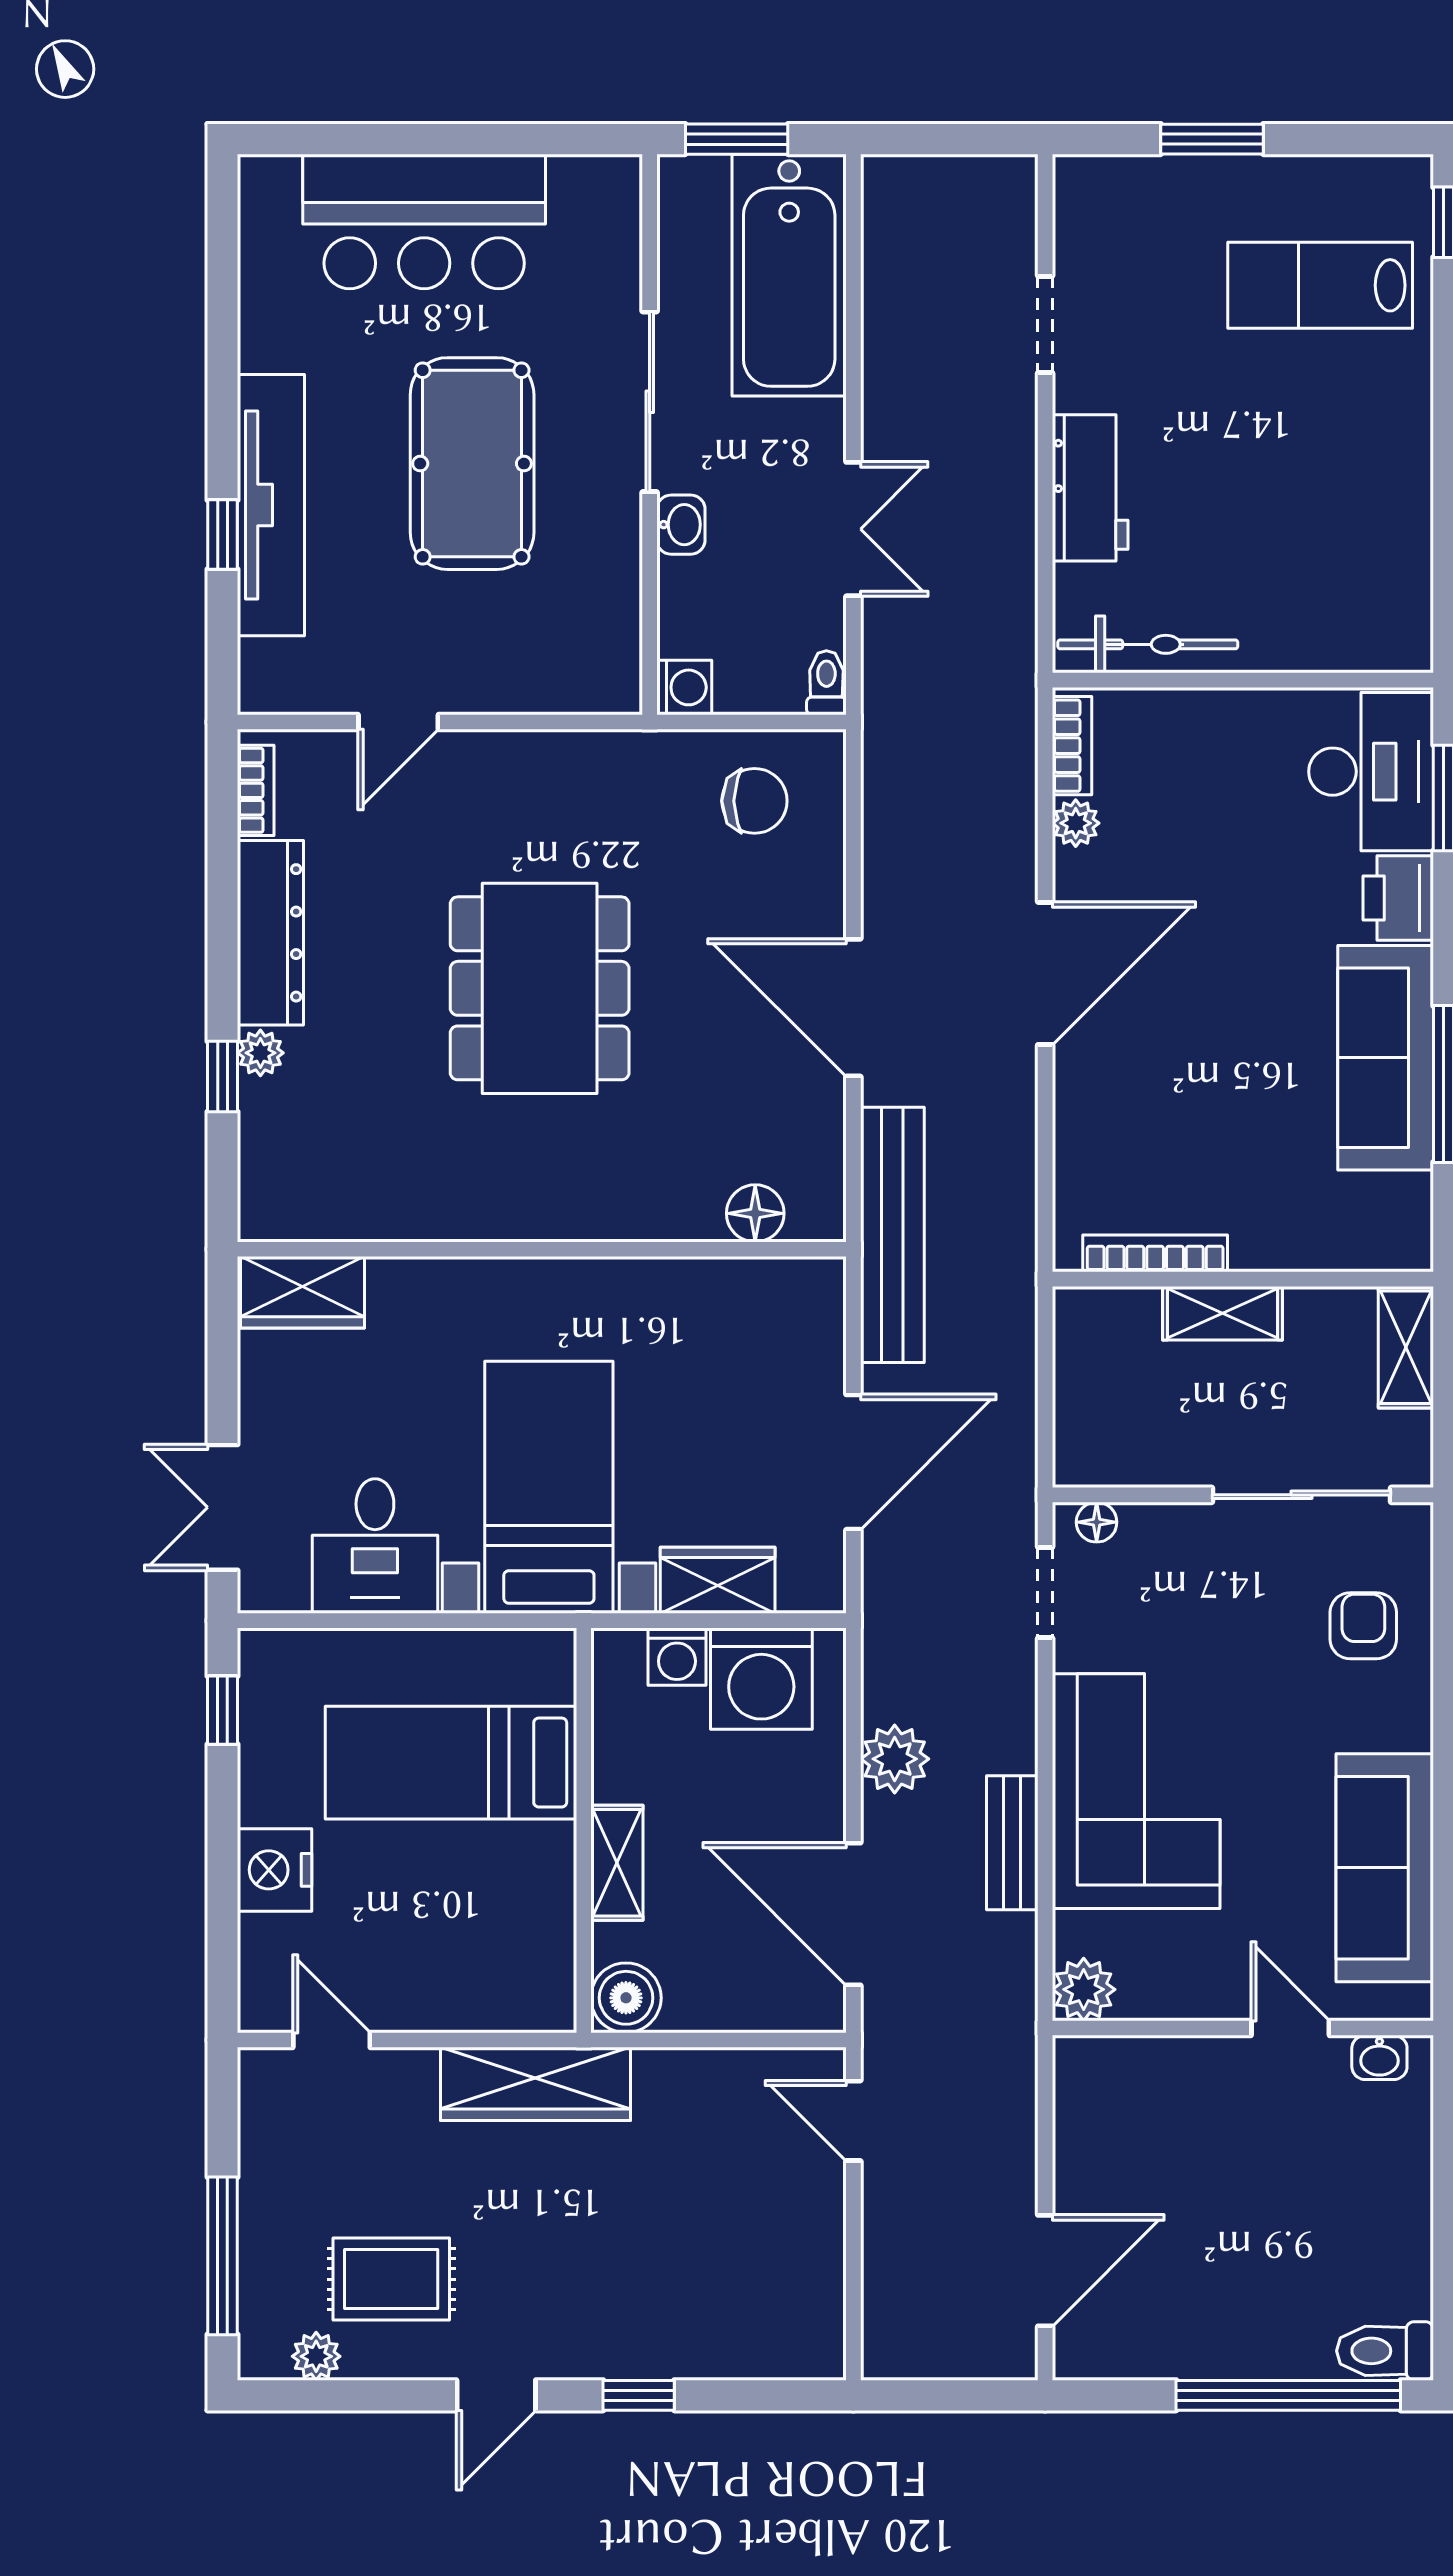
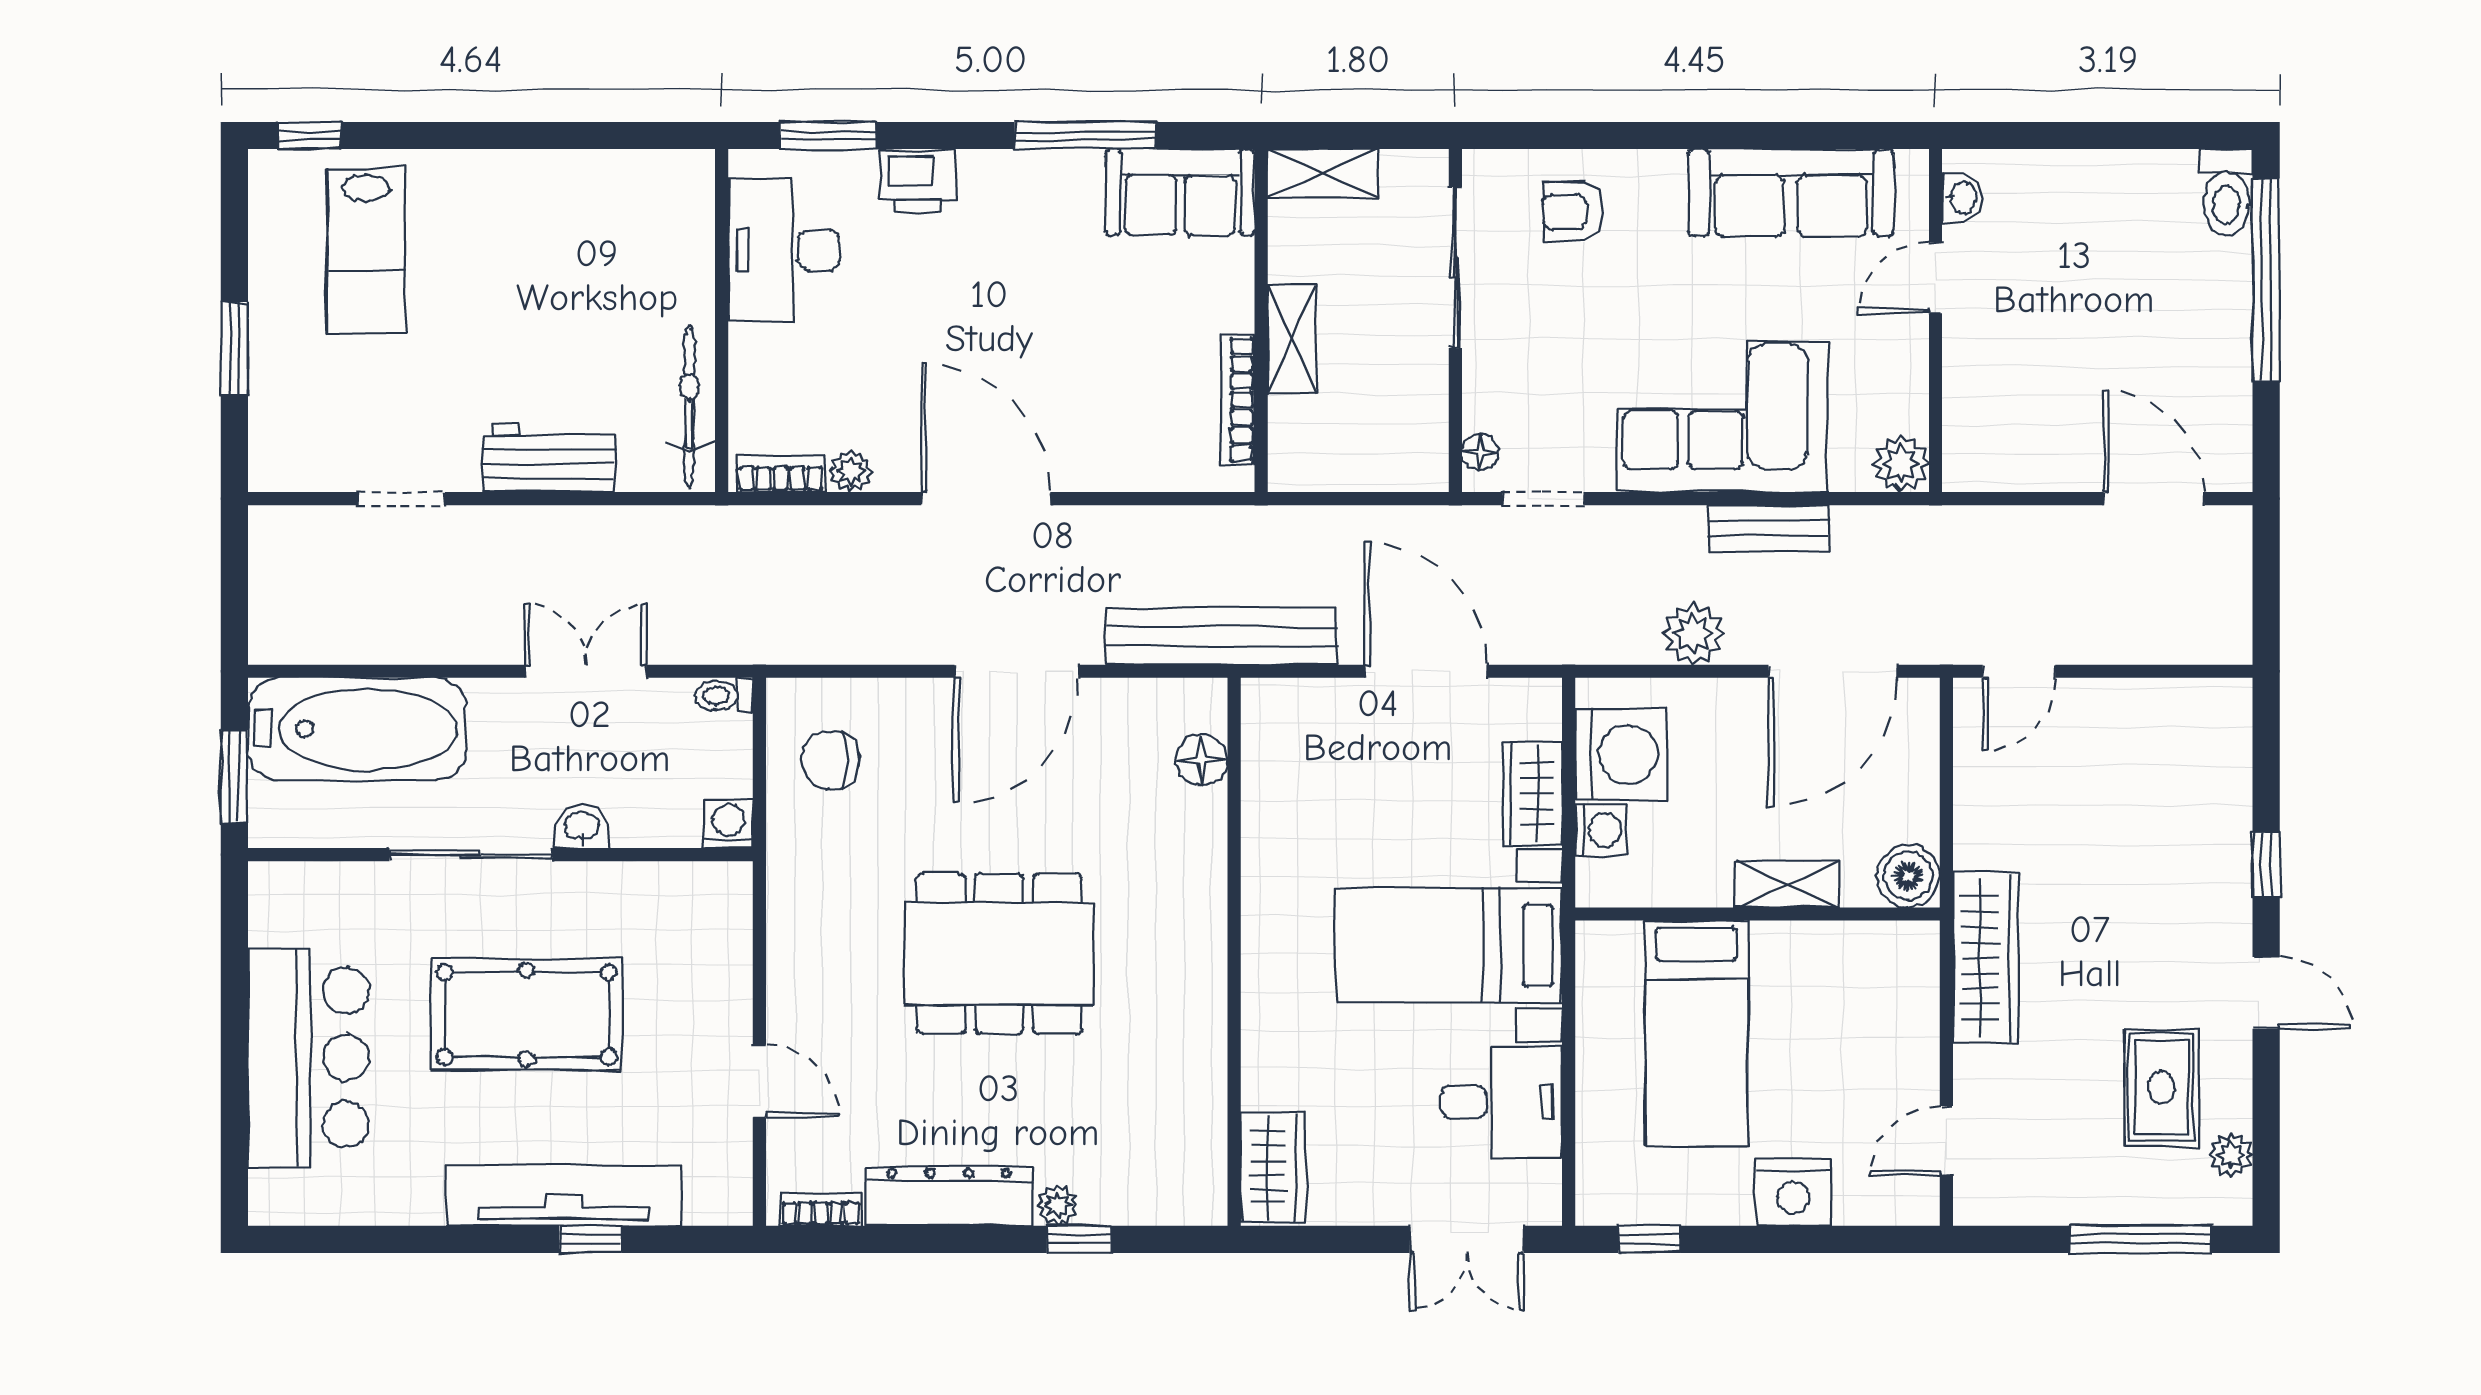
desk: (1371, 772) -> (784, 250), moved, turned -90
chair: (754, 801) -> (830, 760), turned -90
sofa: (1386, 1058) -> (1180, 192), moved, width x0.73

